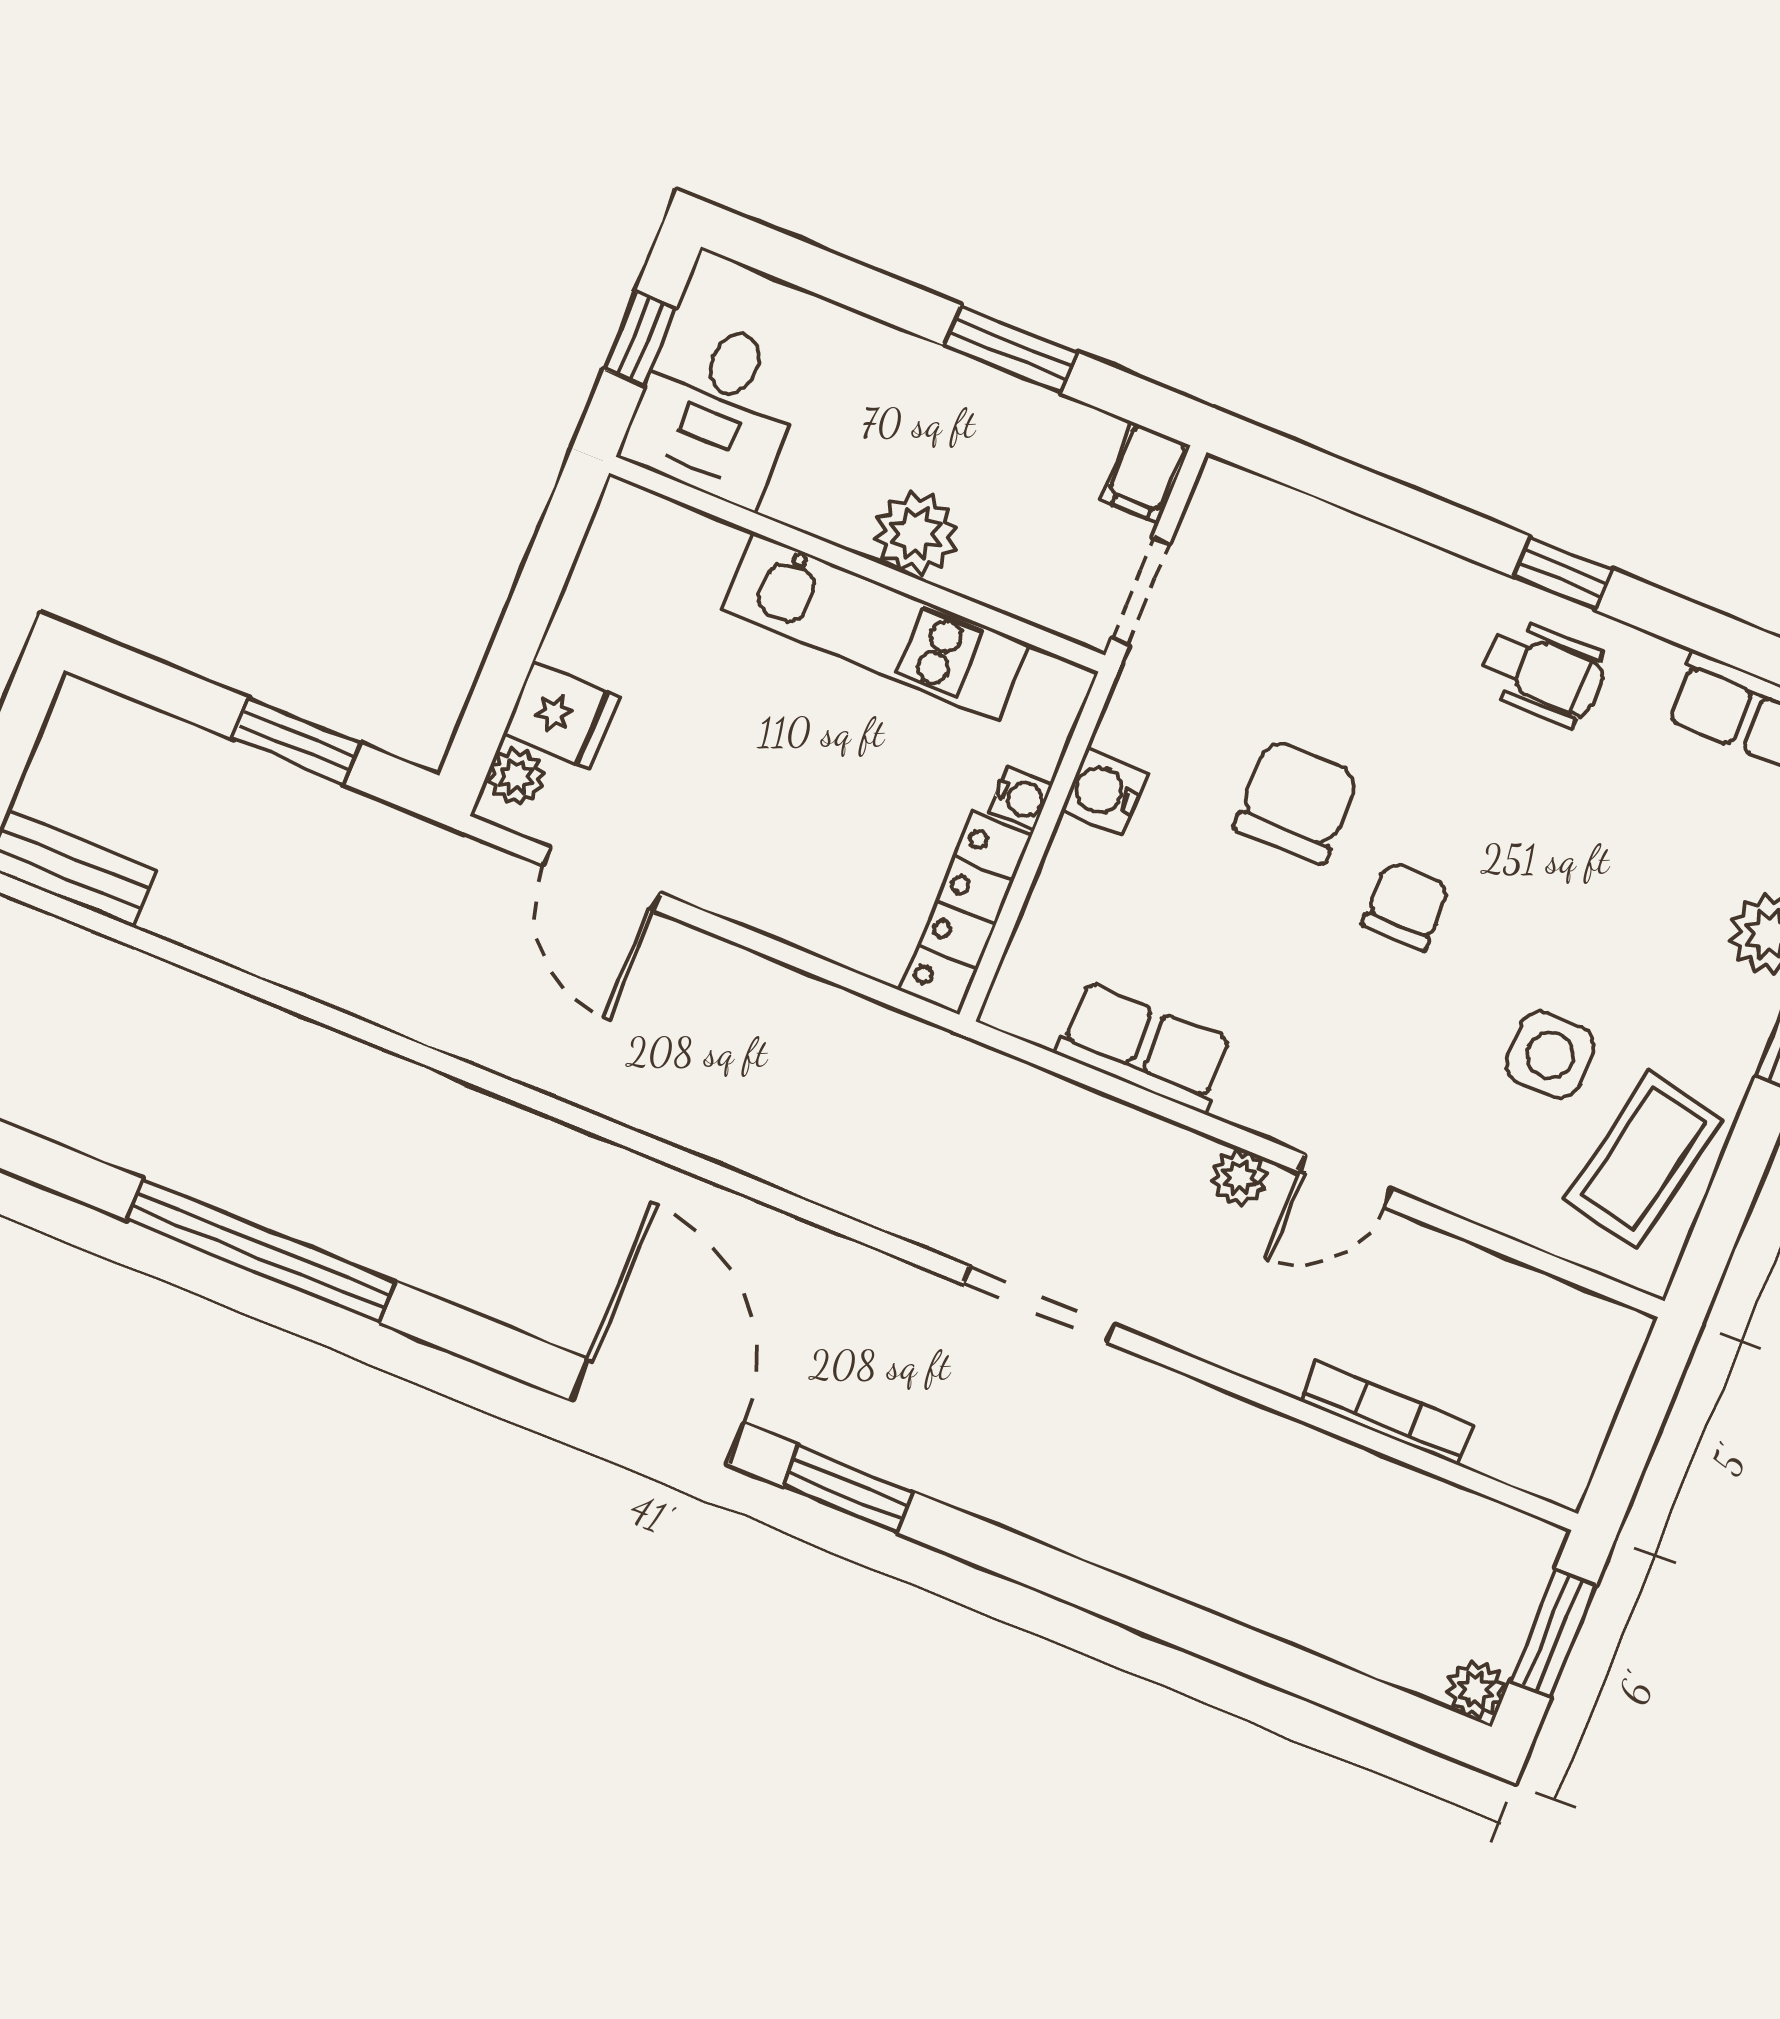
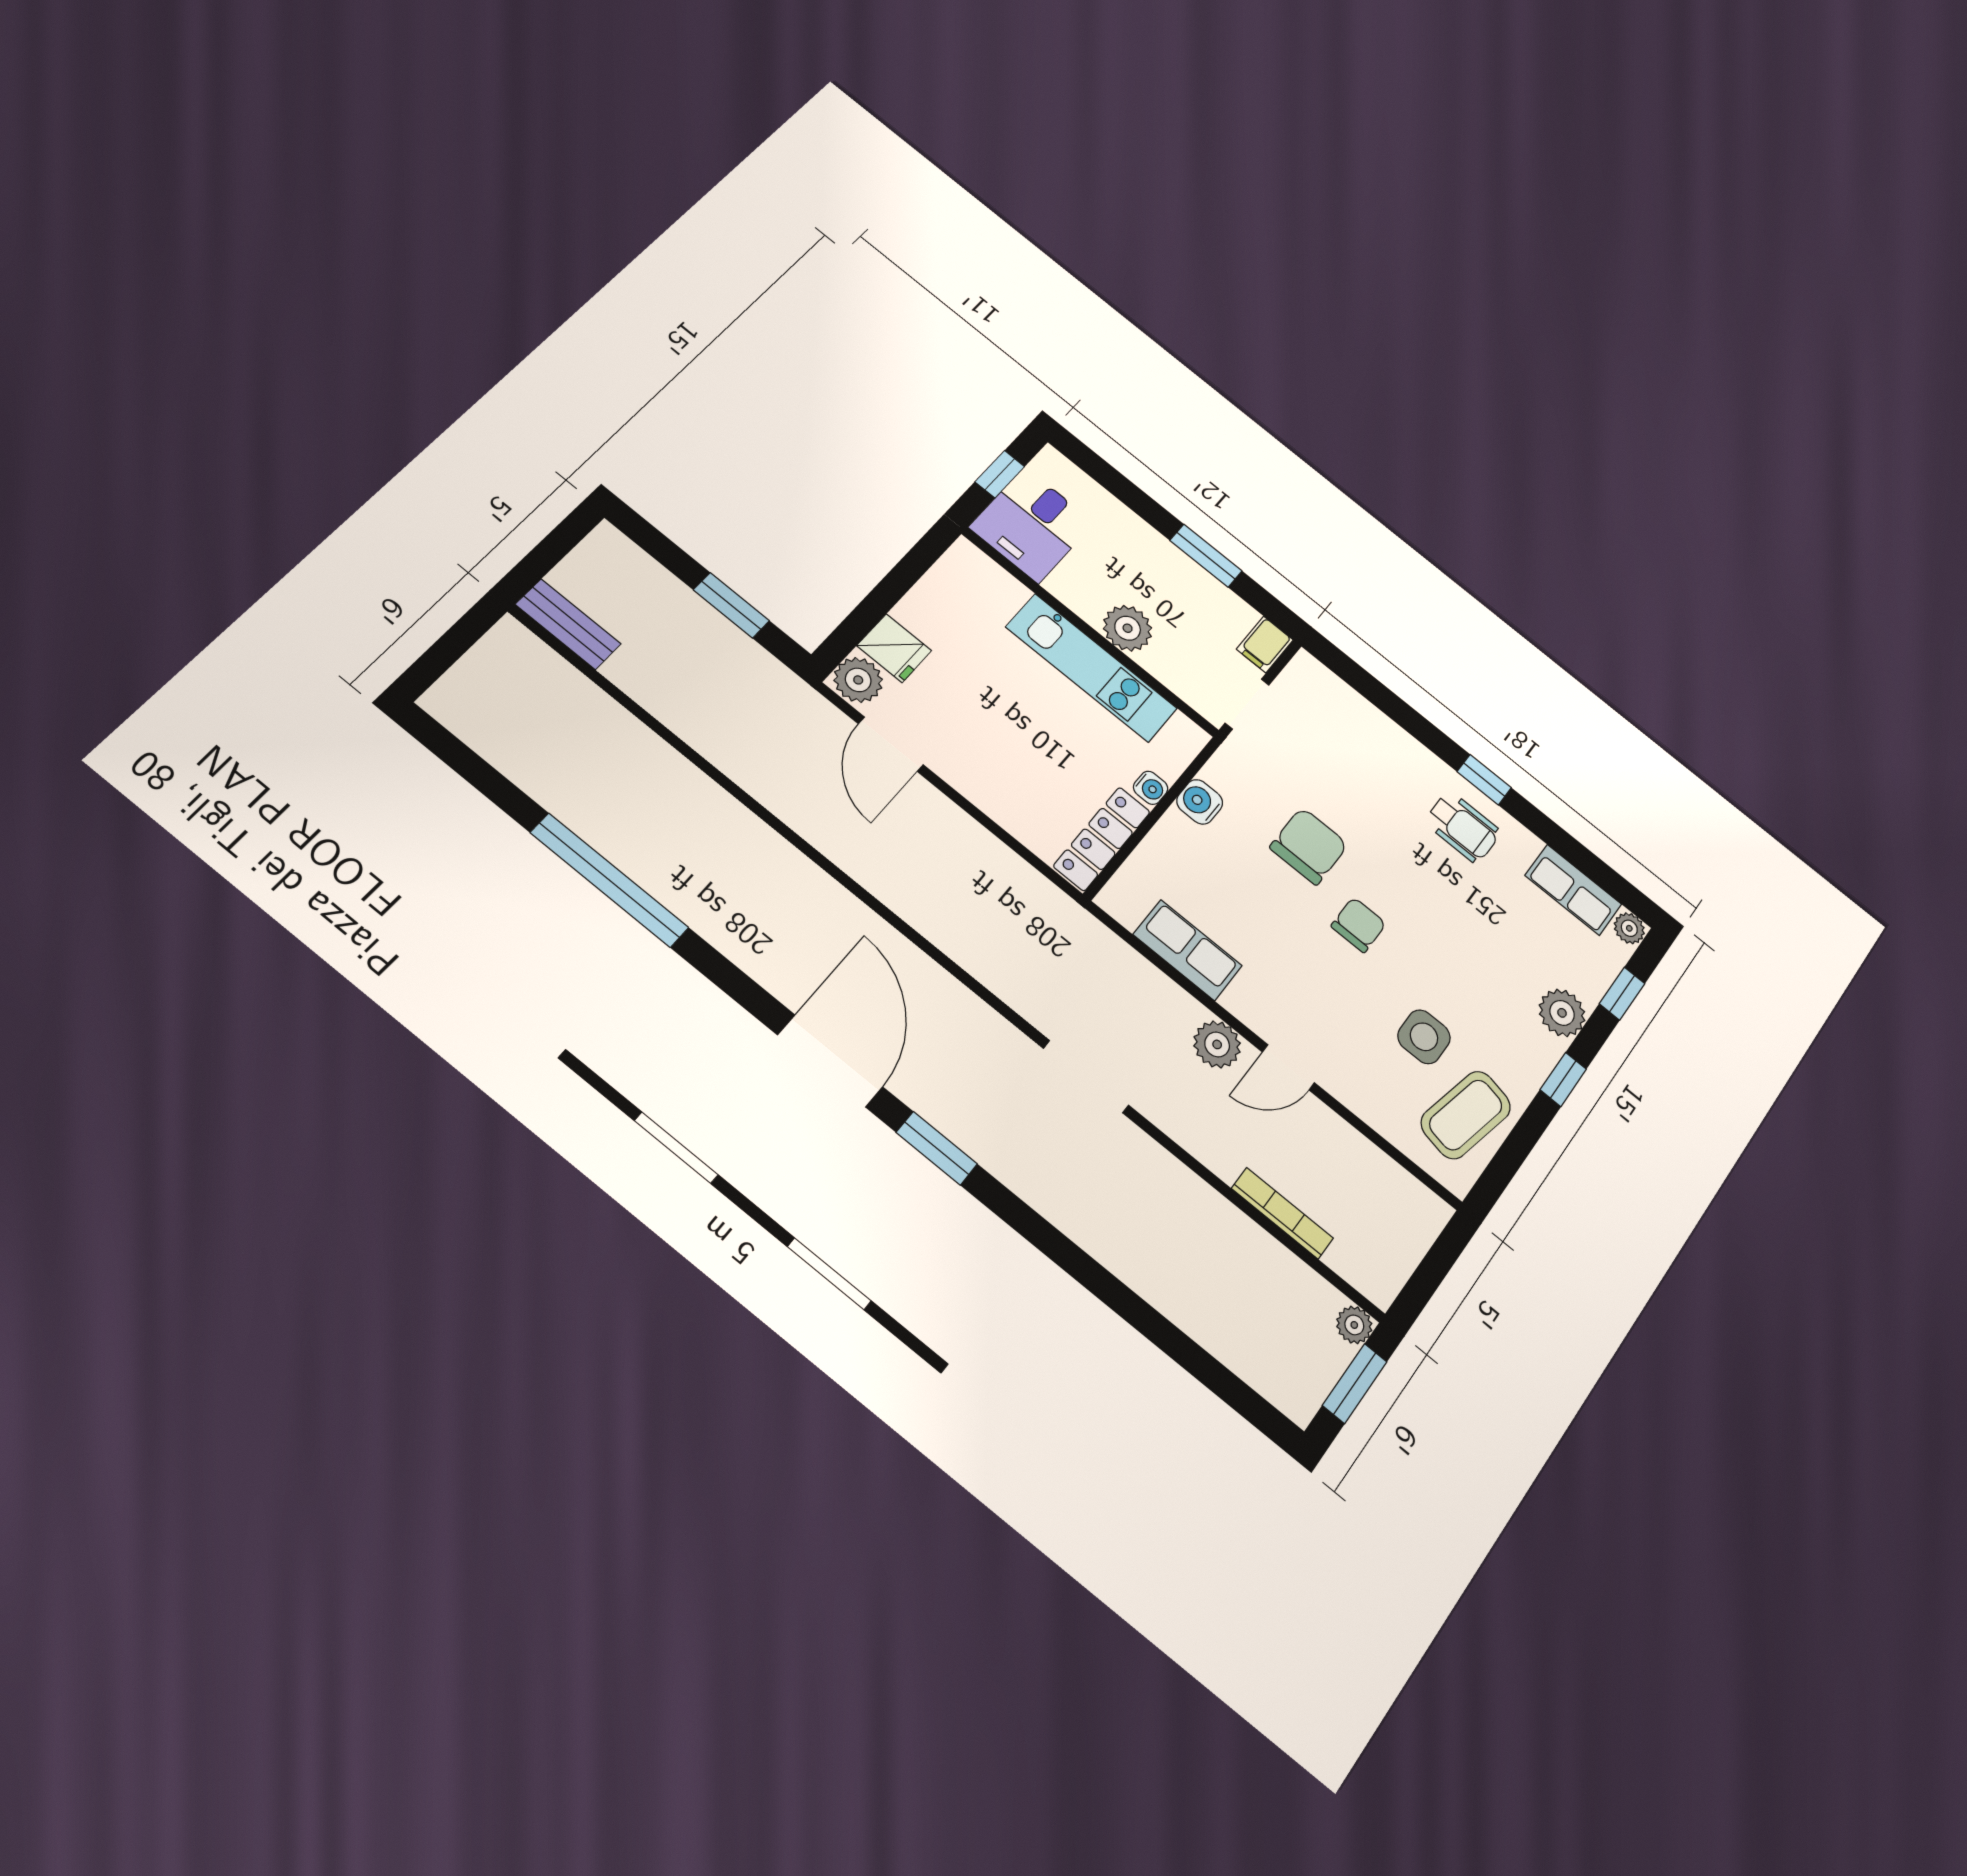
plant: (517, 777) -> (858, 680), width x1.38, depth x1.38
plant: (1240, 1178) -> (1217, 1044), width x1.38, depth x1.38
plant: (1476, 1689) -> (1354, 1325), moved

